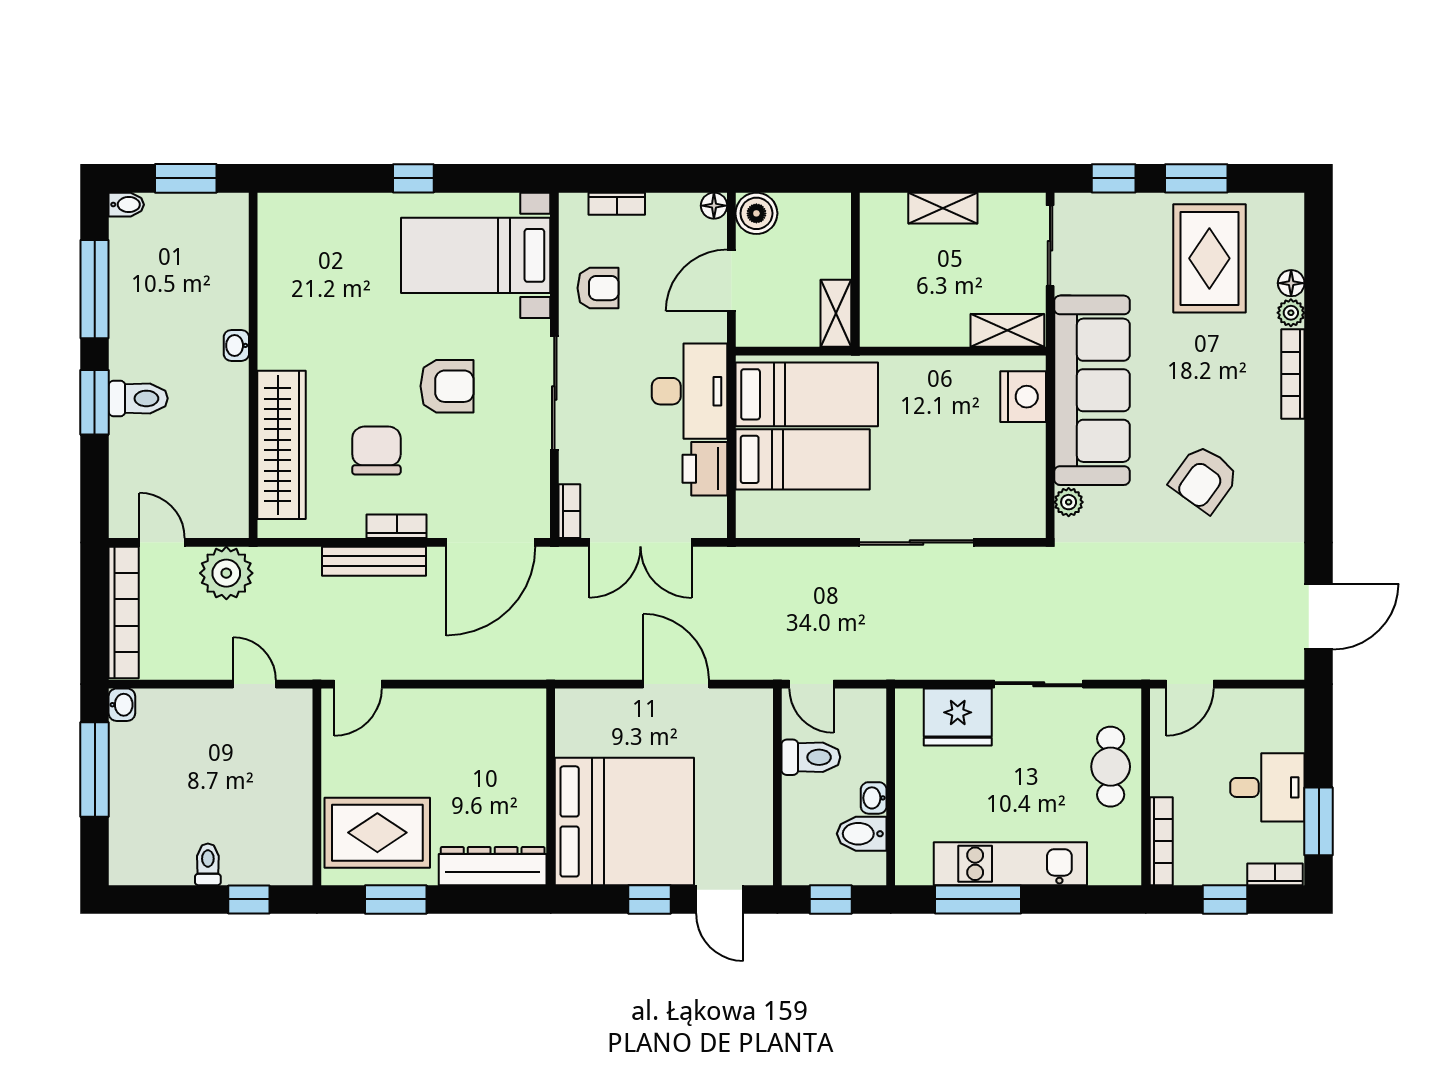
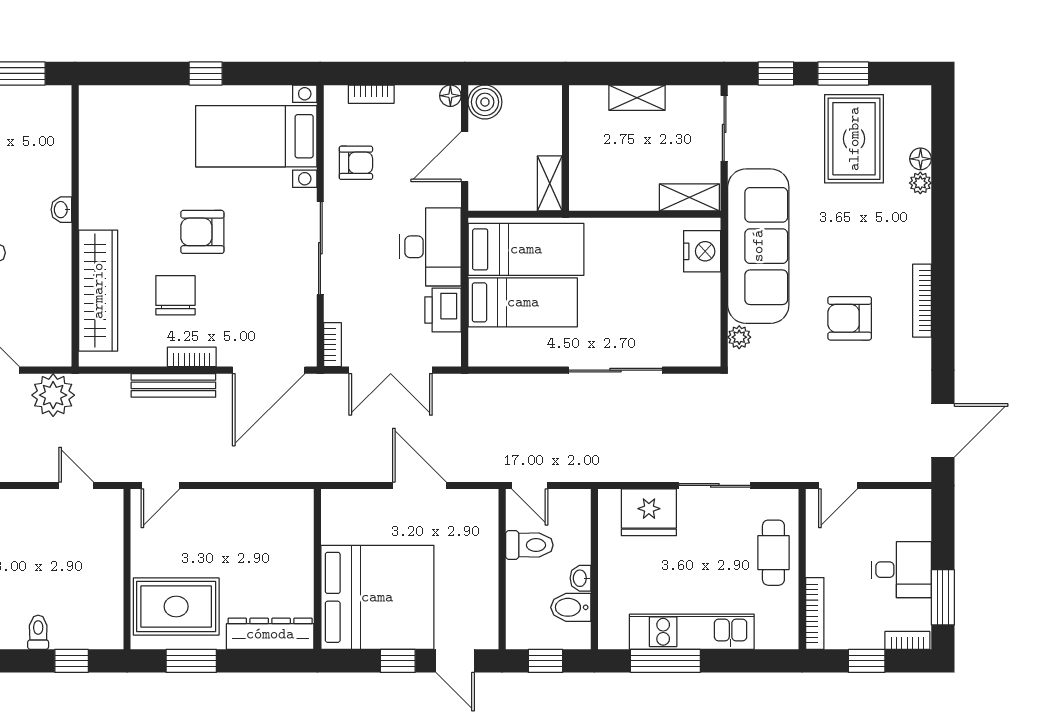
bookcase: (1293, 374) -> (922, 301), moved
armchair: (447, 386) -> (202, 232), moved, turned 180
armchair: (1204, 479) -> (850, 318), turned 54

